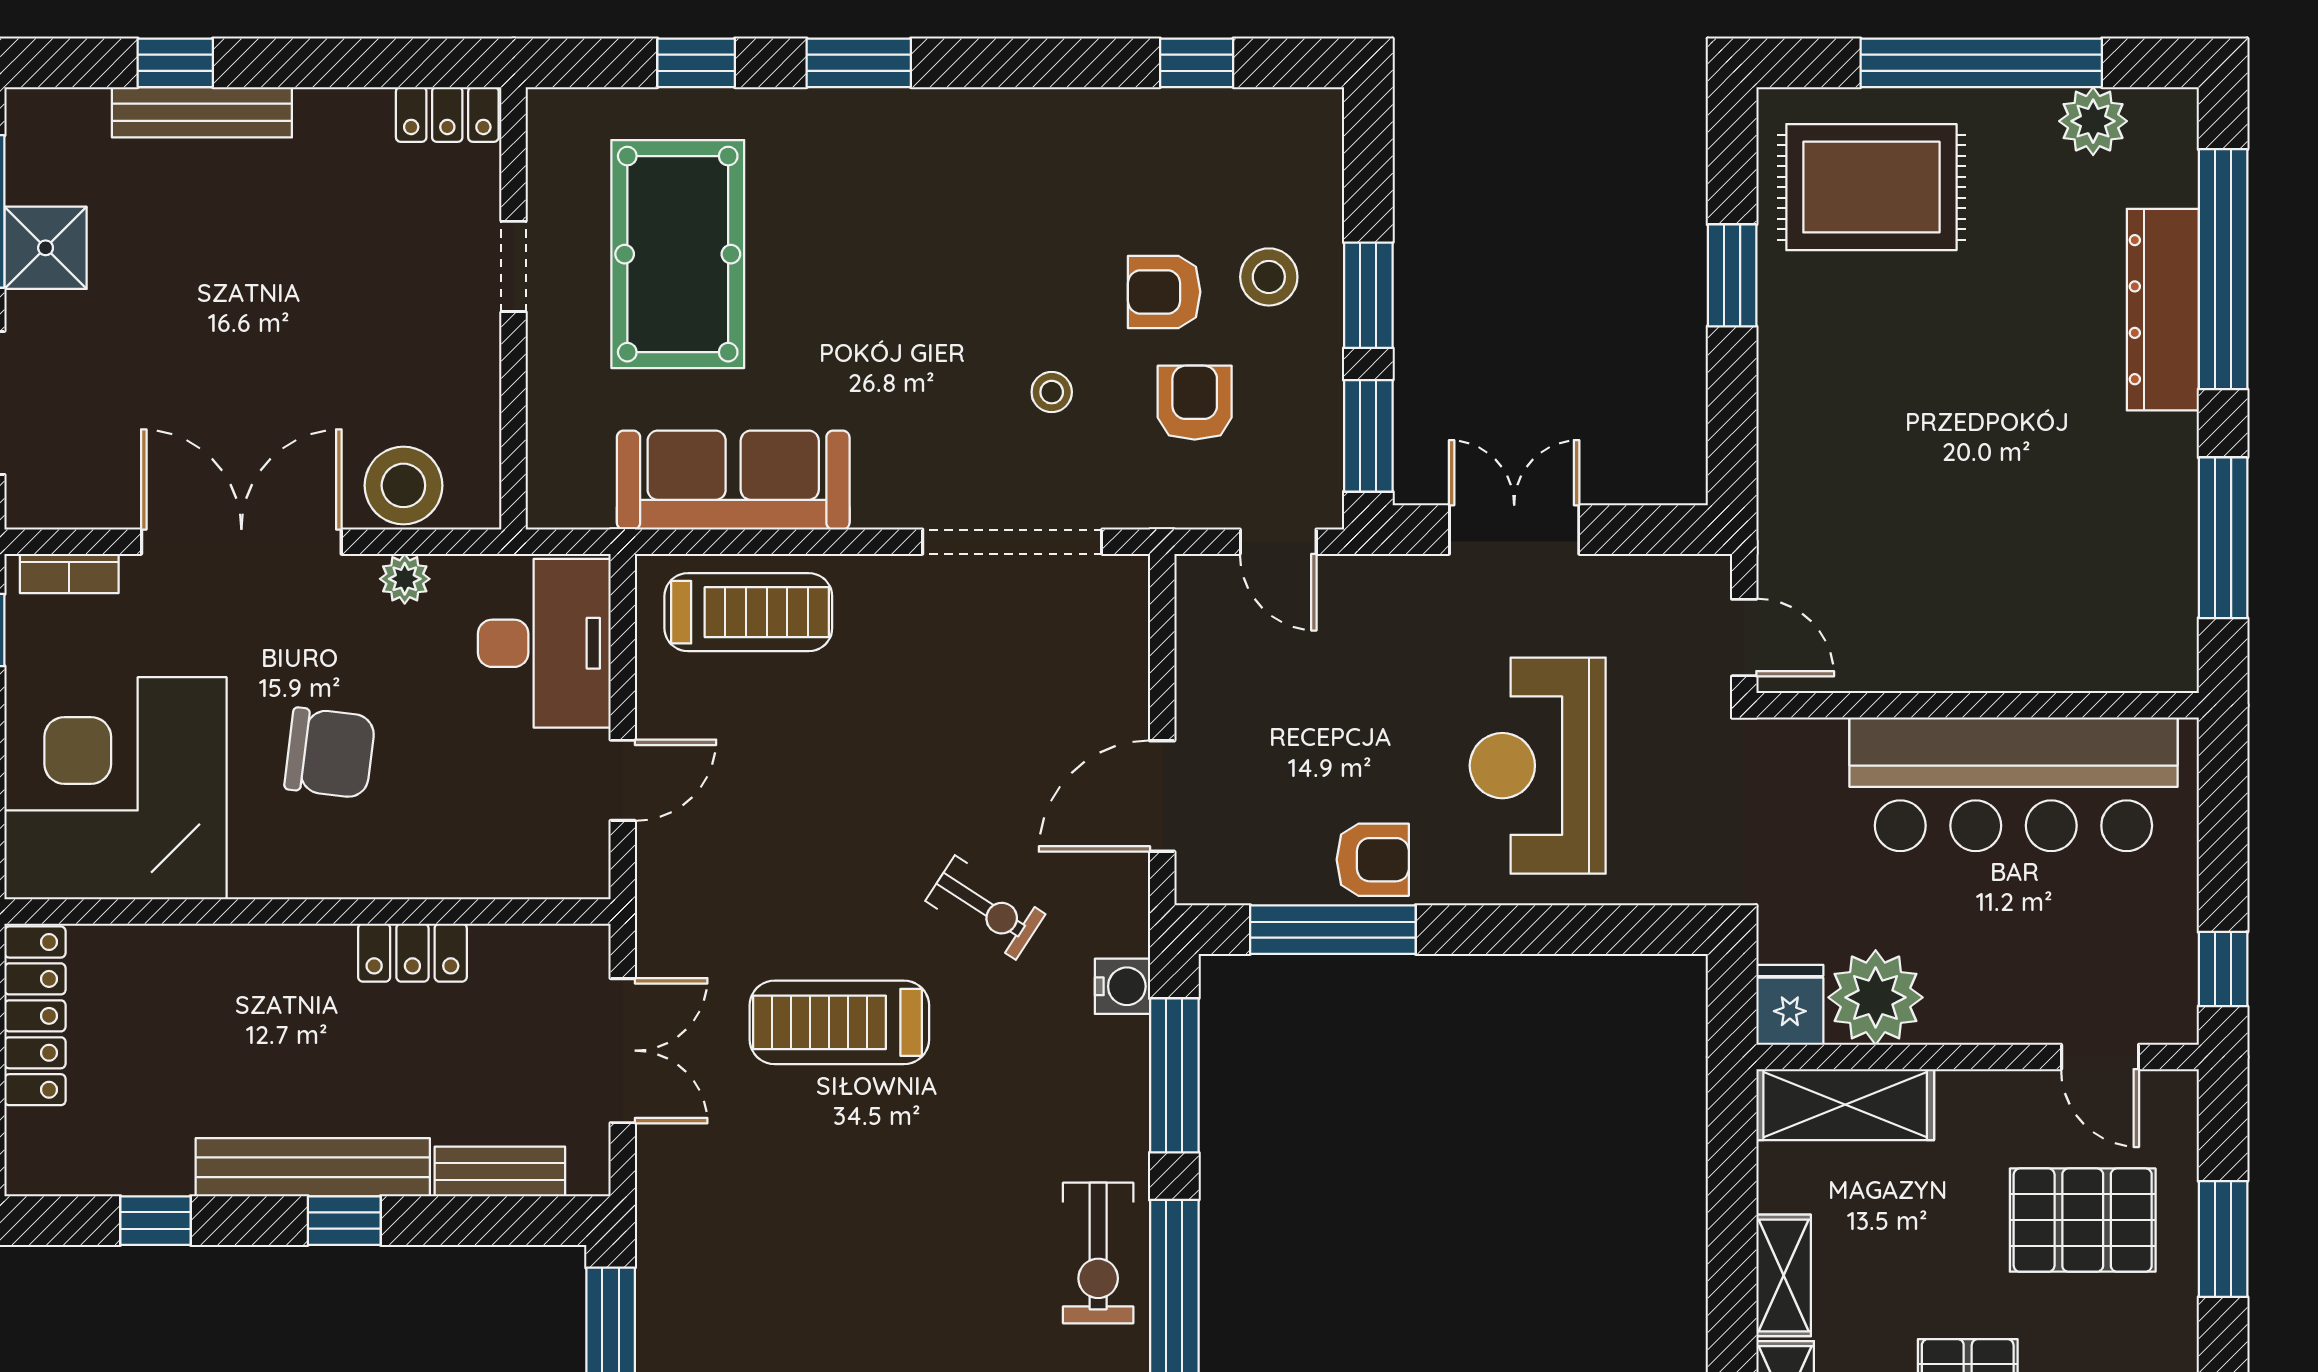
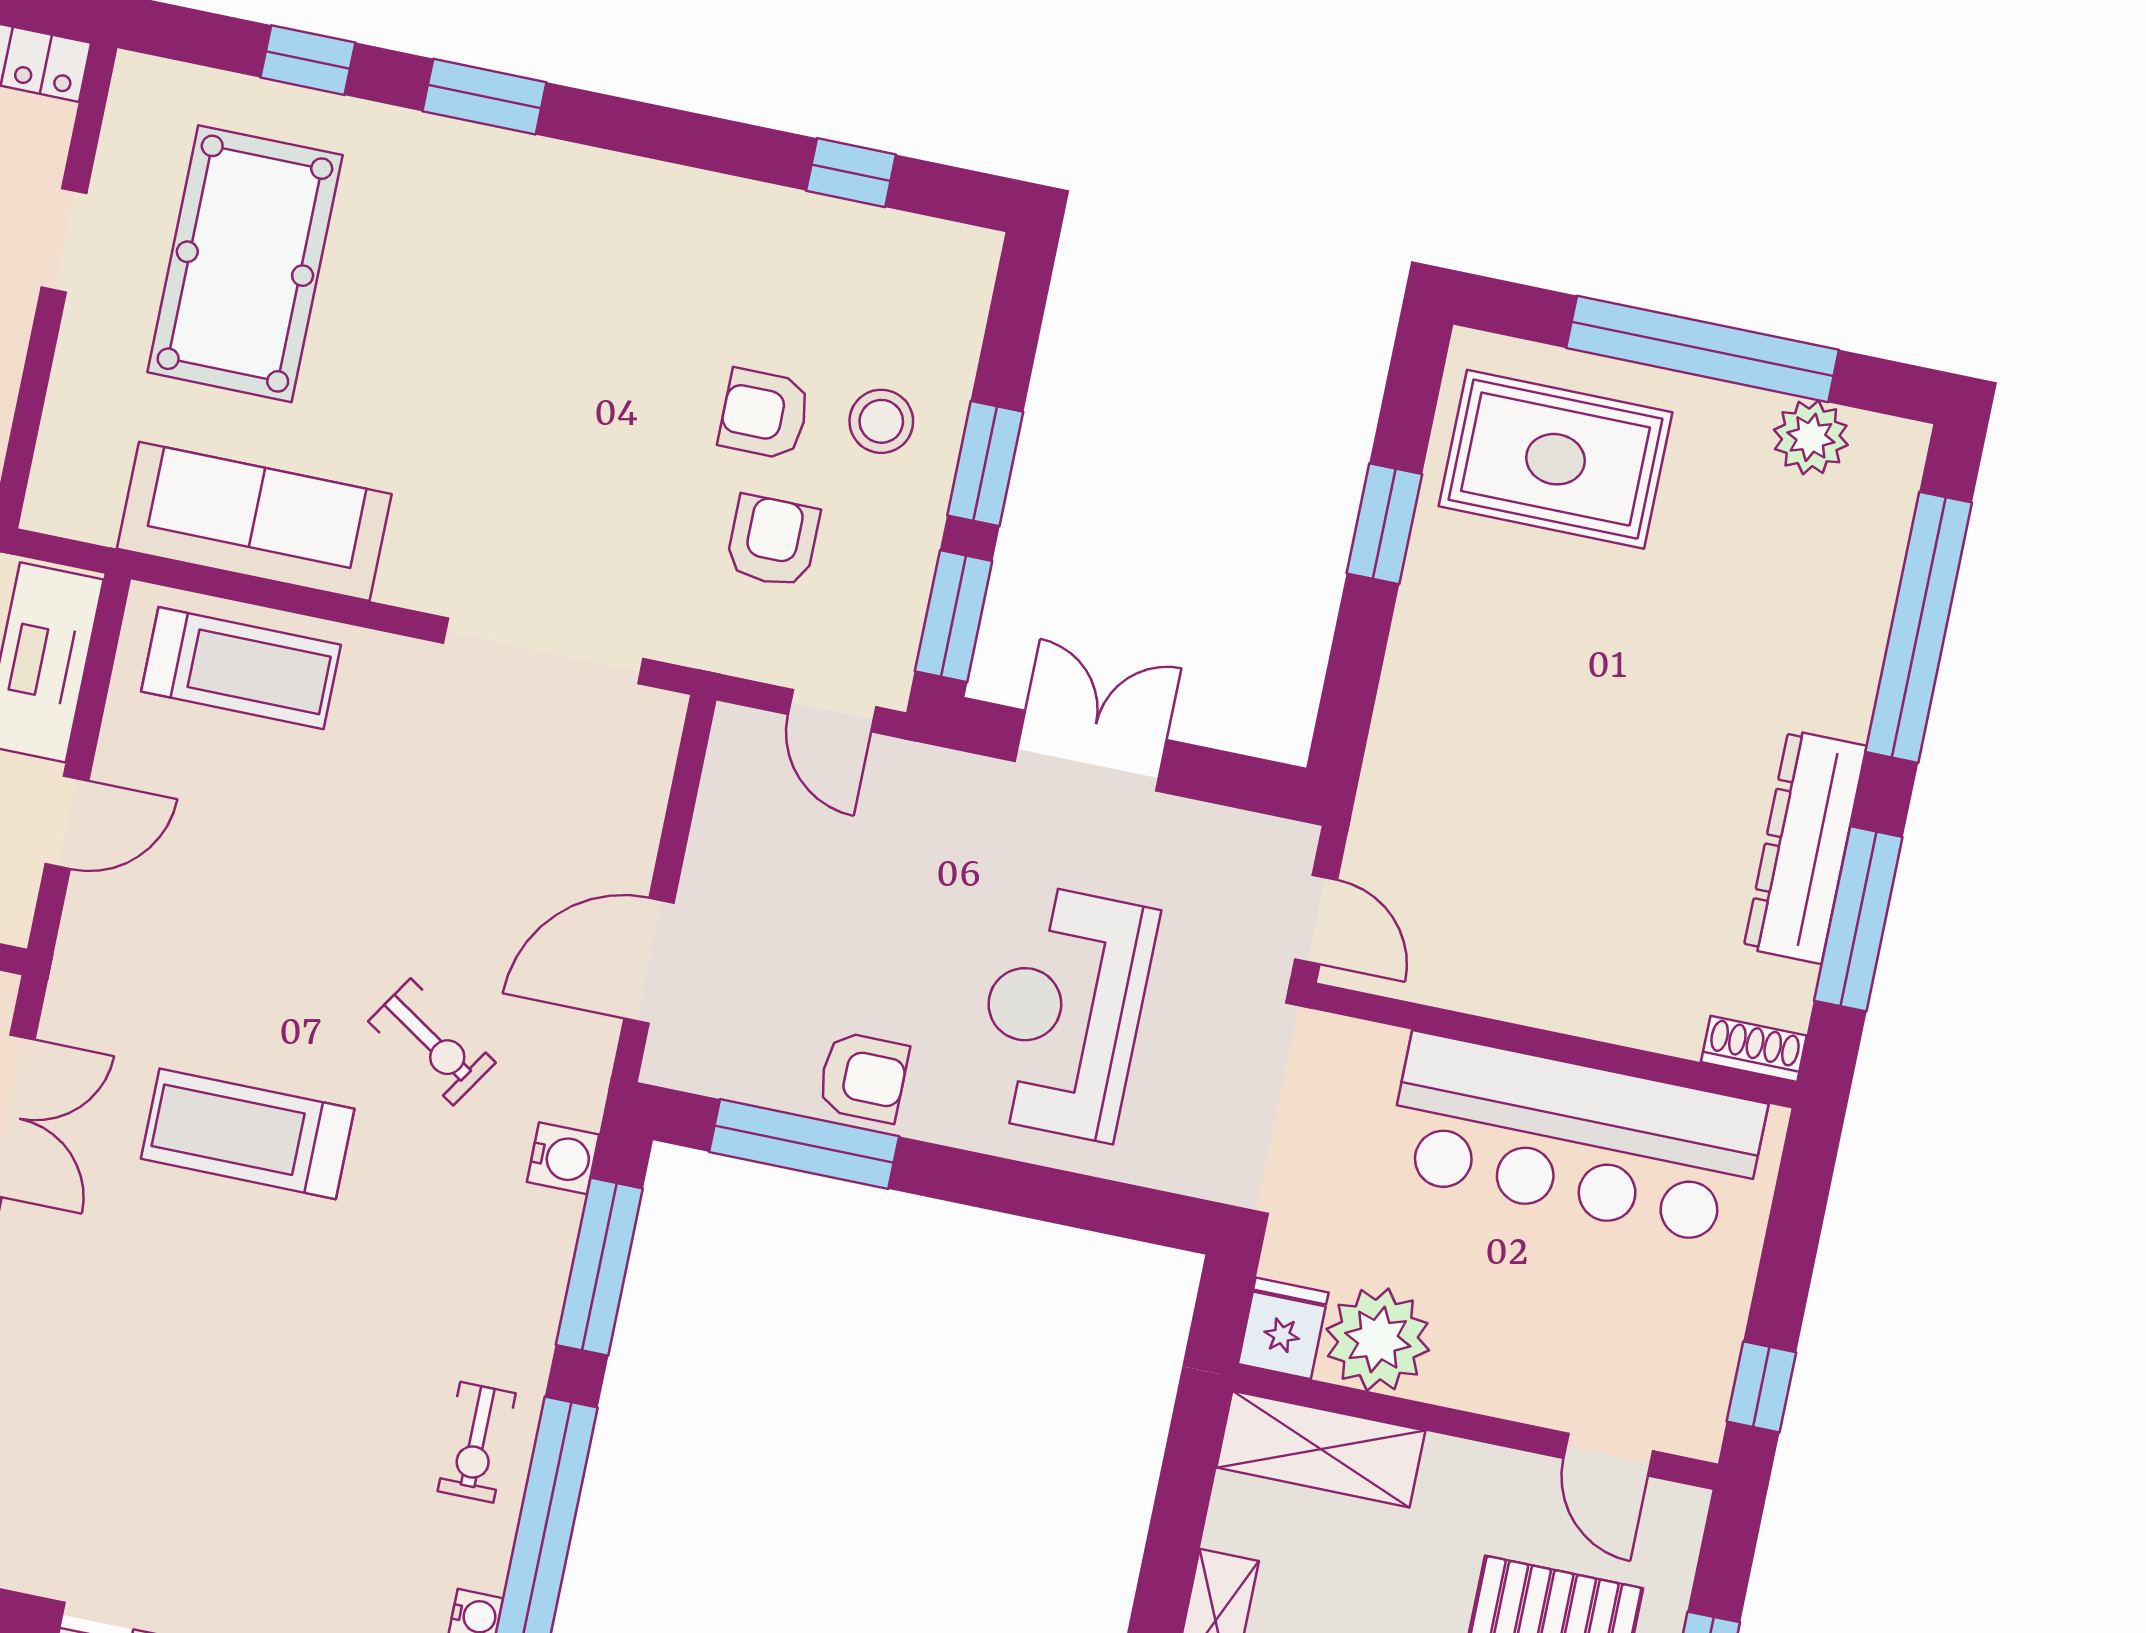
dresser: (2163, 310) -> (1805, 847), moved
stool: (1052, 392) -> (620, 497), removed
shoe rack: (2155, 672) -> (1754, 1049), added
exercise bike: (1098, 1253) -> (477, 1442), width x0.73, depth x0.72

